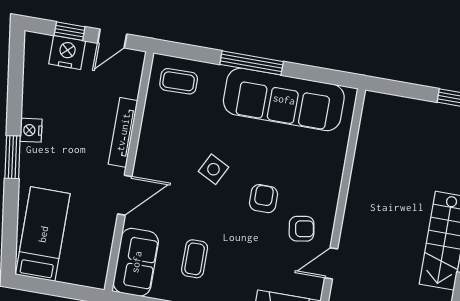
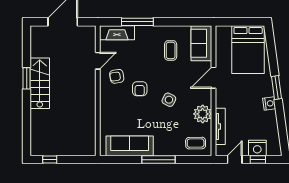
sofa: (284, 99) -> (130, 146), width x0.74, depth x0.79
tv unit: (123, 132) -> (220, 126), moved
plant: (156, 132) -> (203, 114), added
bed: (43, 234) -> (248, 50), width x1.50

